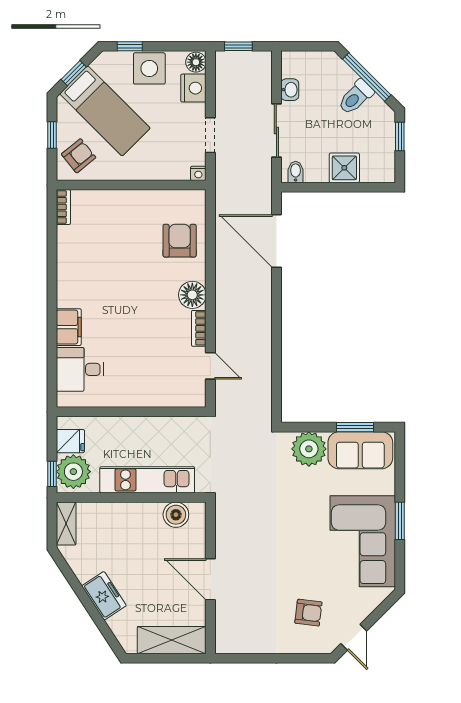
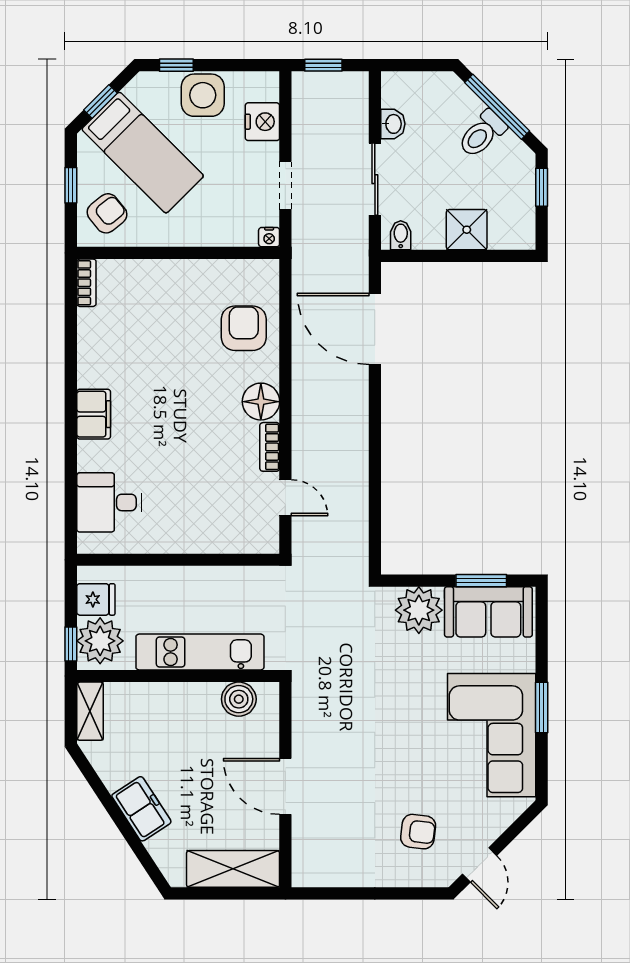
floor lamp: (196, 62) -> (266, 87), removed
filing cabinet: (69, 327) -> (94, 414), moved

